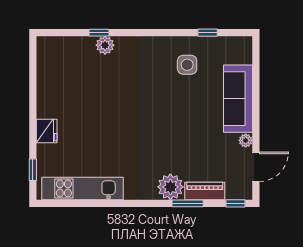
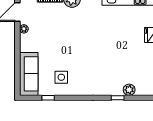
plant: (105, 45) -> (129, 90), moved
sofa: (238, 99) -> (29, 74), moved

